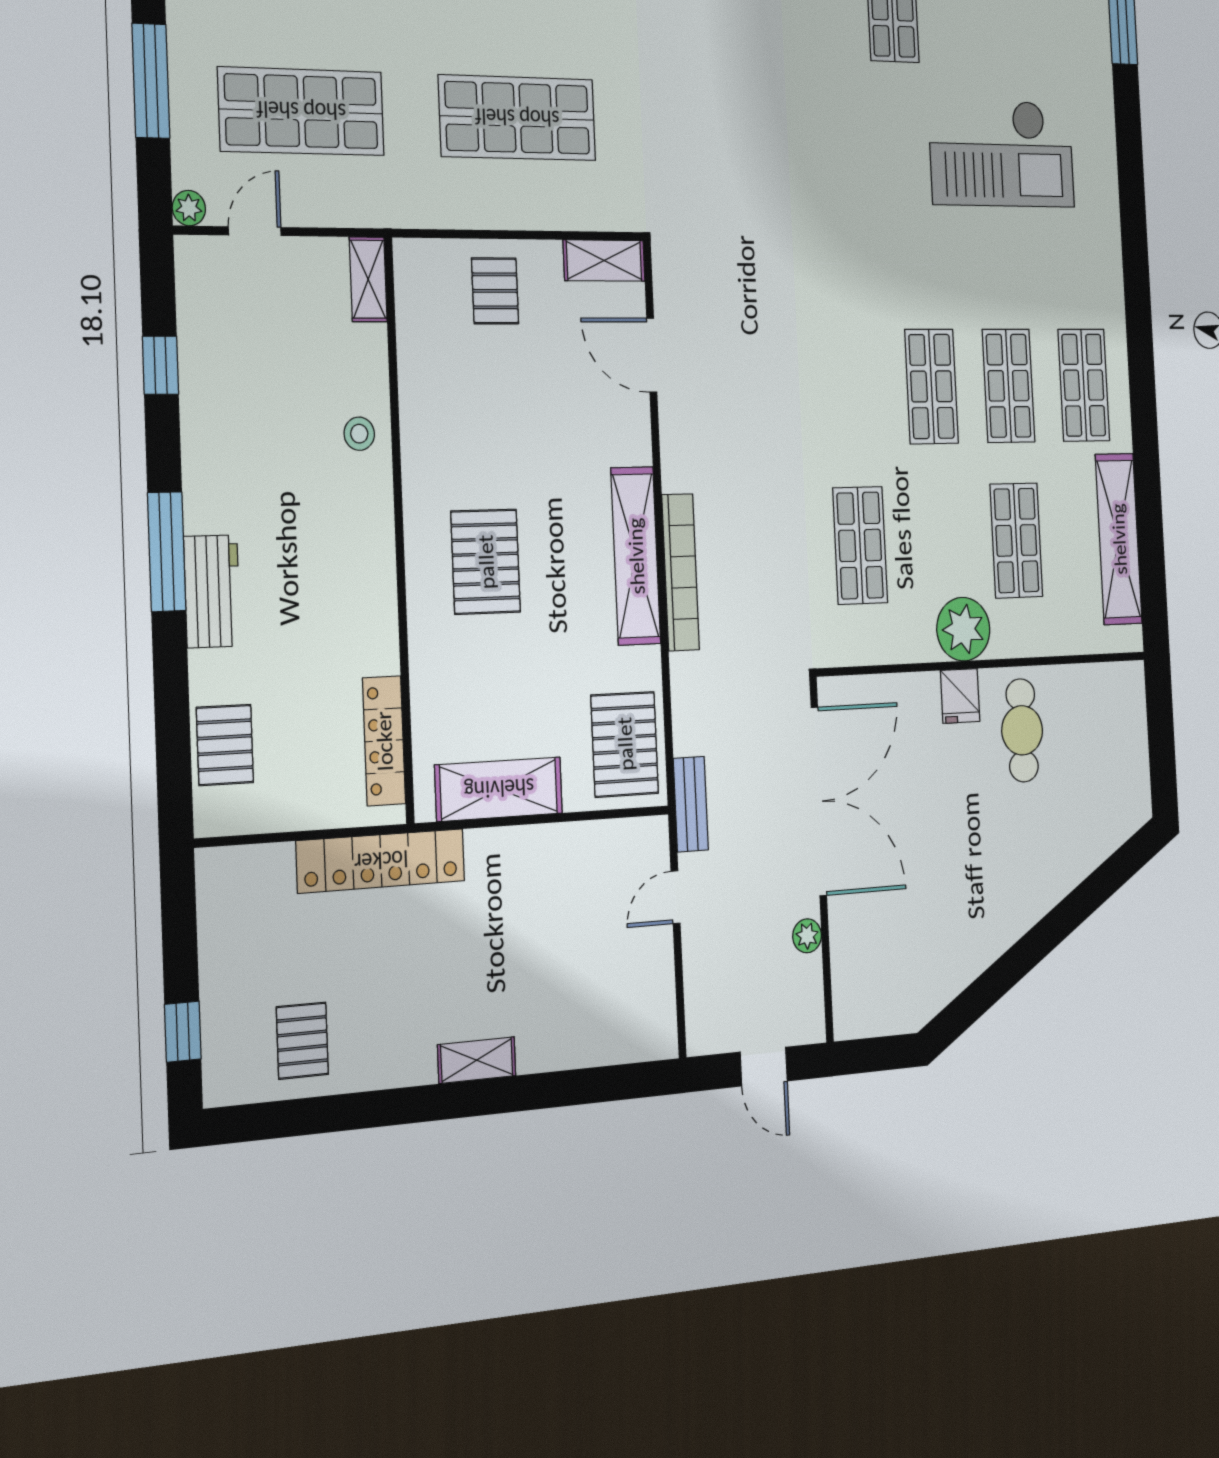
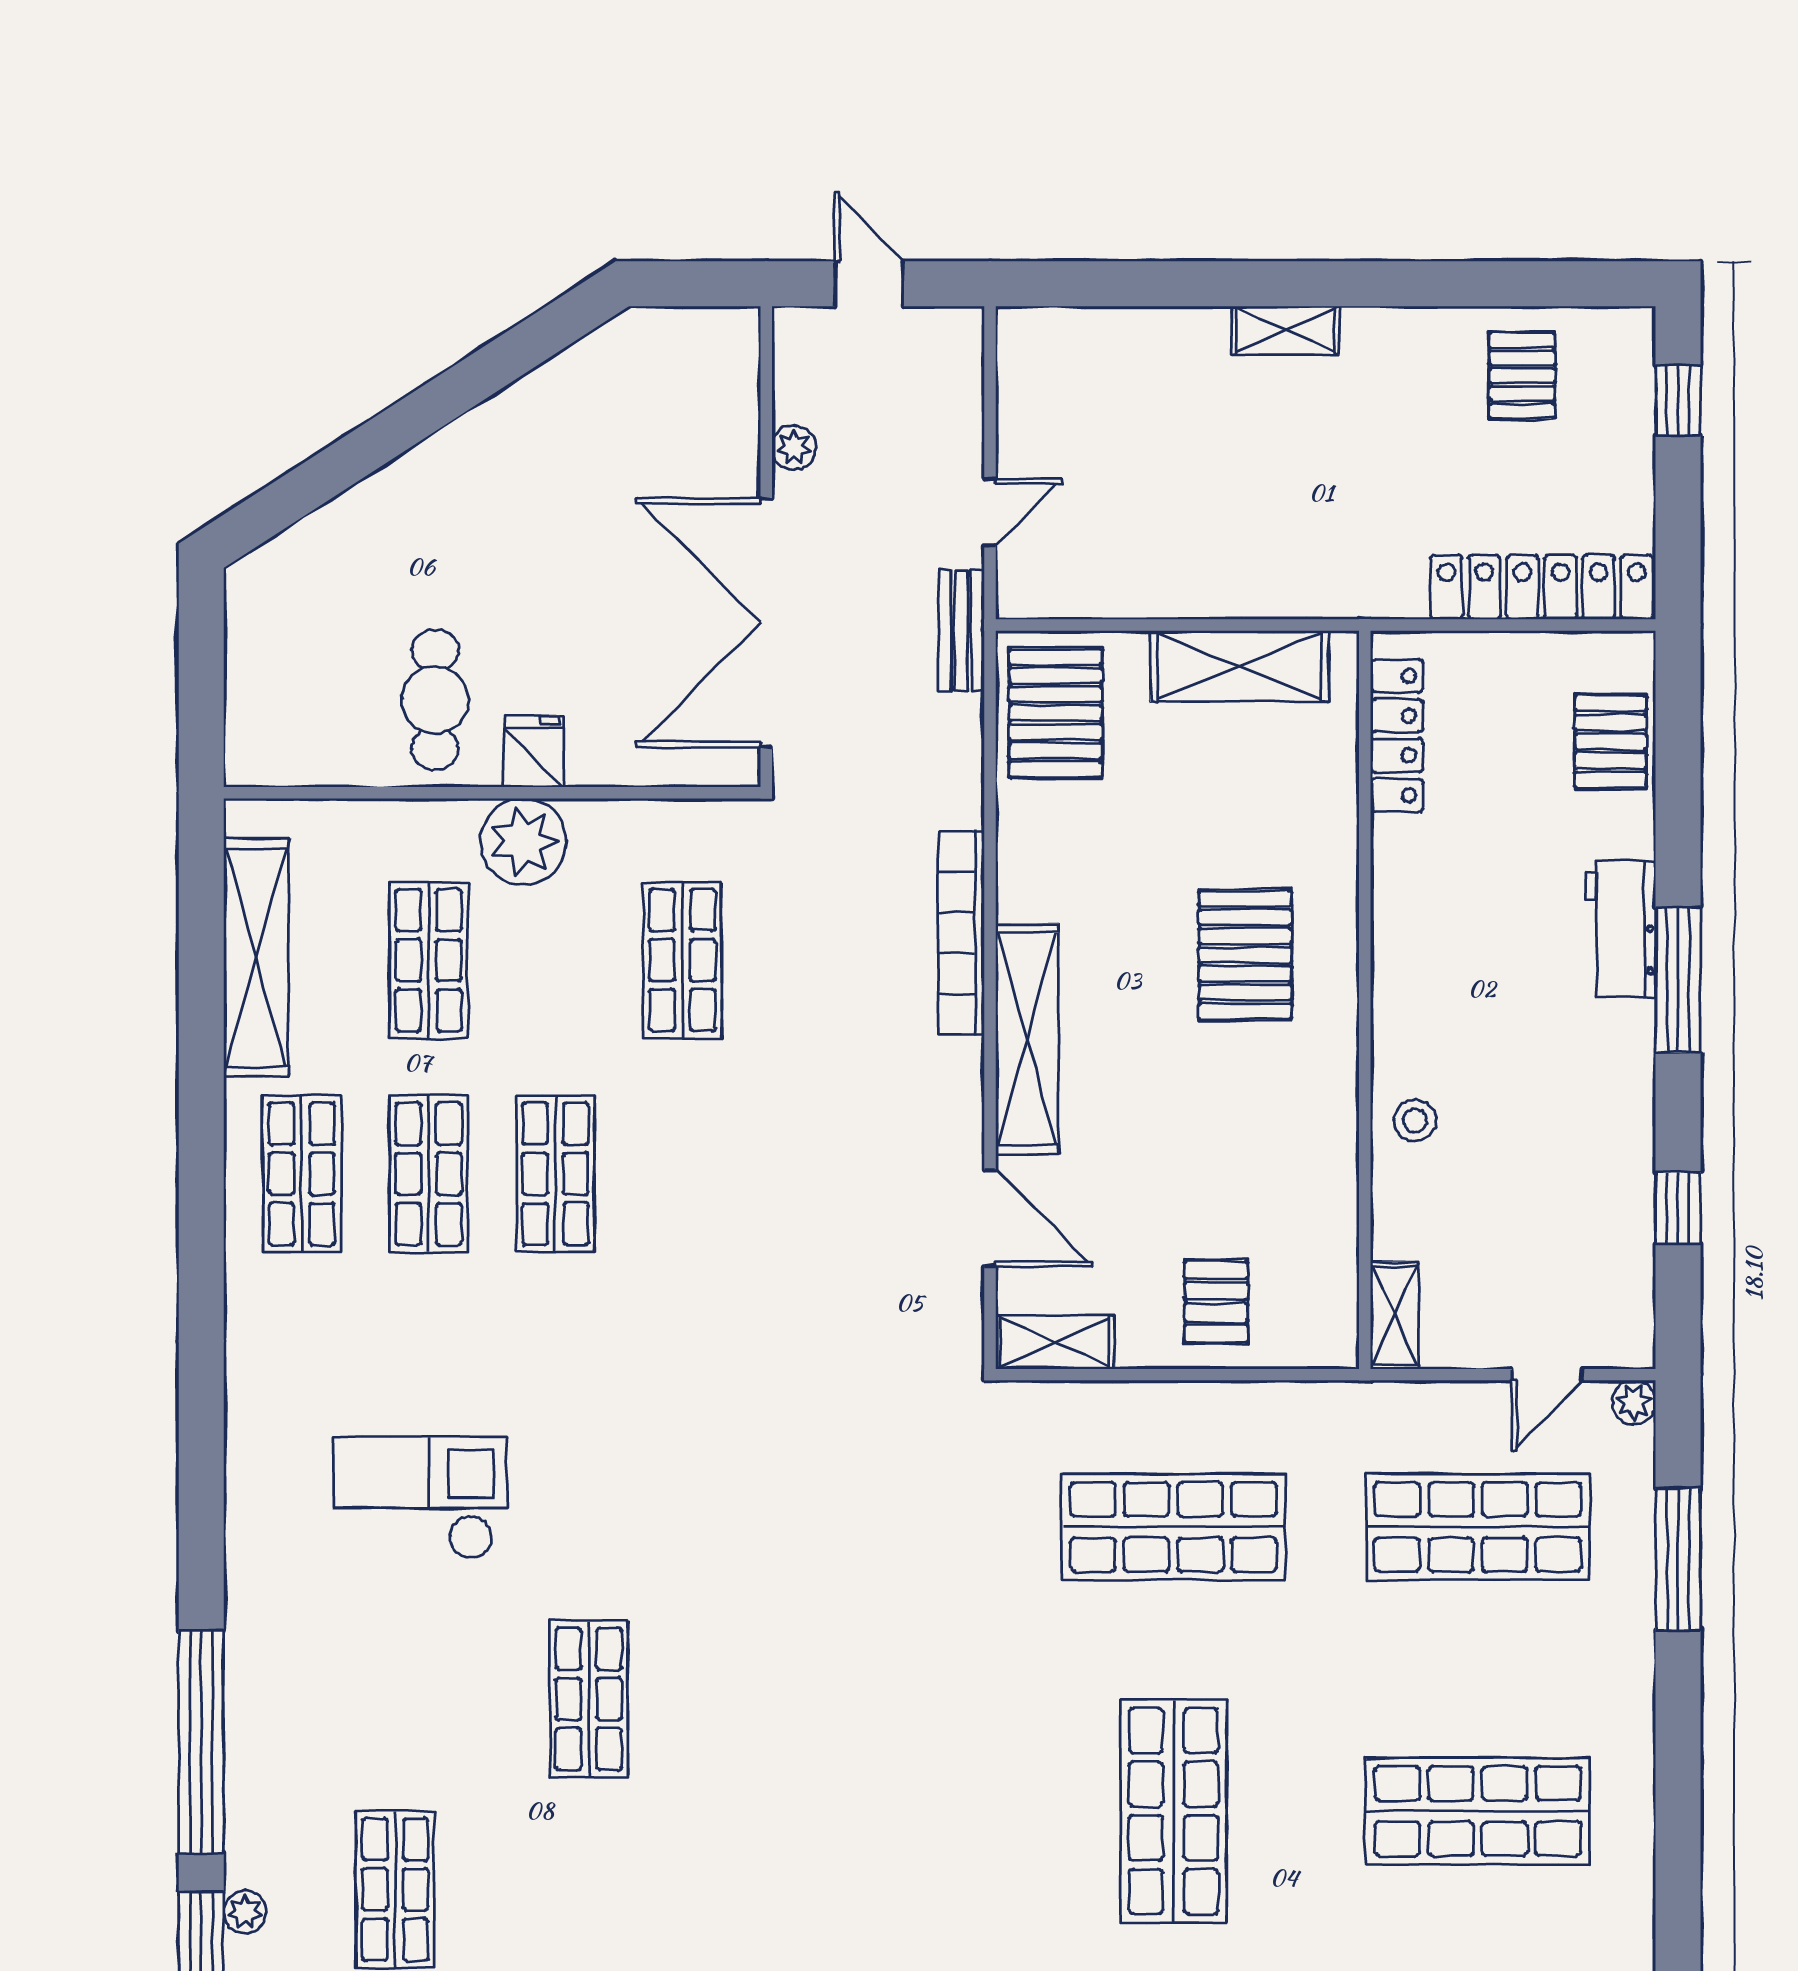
checkout: (1002, 153) -> (420, 1498), width x0.73, depth x0.83
shelving: (636, 556) -> (1027, 1039), moved
locker: (381, 861) -> (1541, 587), moved

